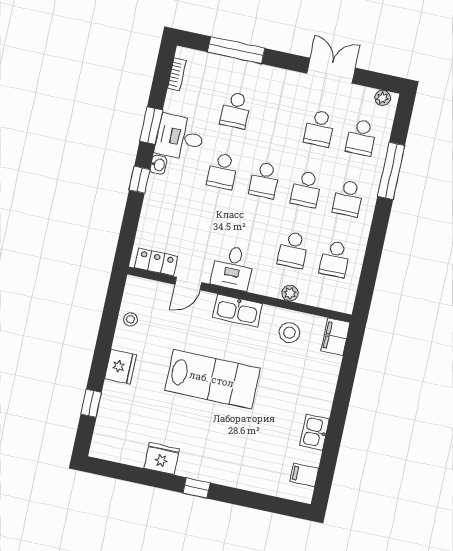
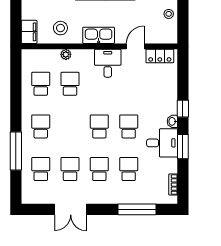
plant: (383, 98) -> (32, 199), removed
school desk: (306, 189) -> (99, 169), moved

